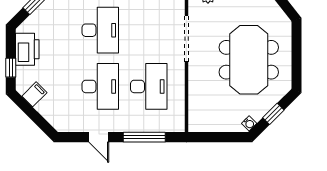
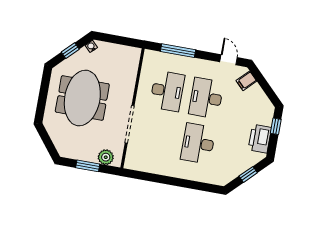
desk: (149, 86) -> (167, 91), turned 180
filing cabinet: (34, 94) -> (246, 81), moved
door: (99, 137) -> (229, 60), moved

